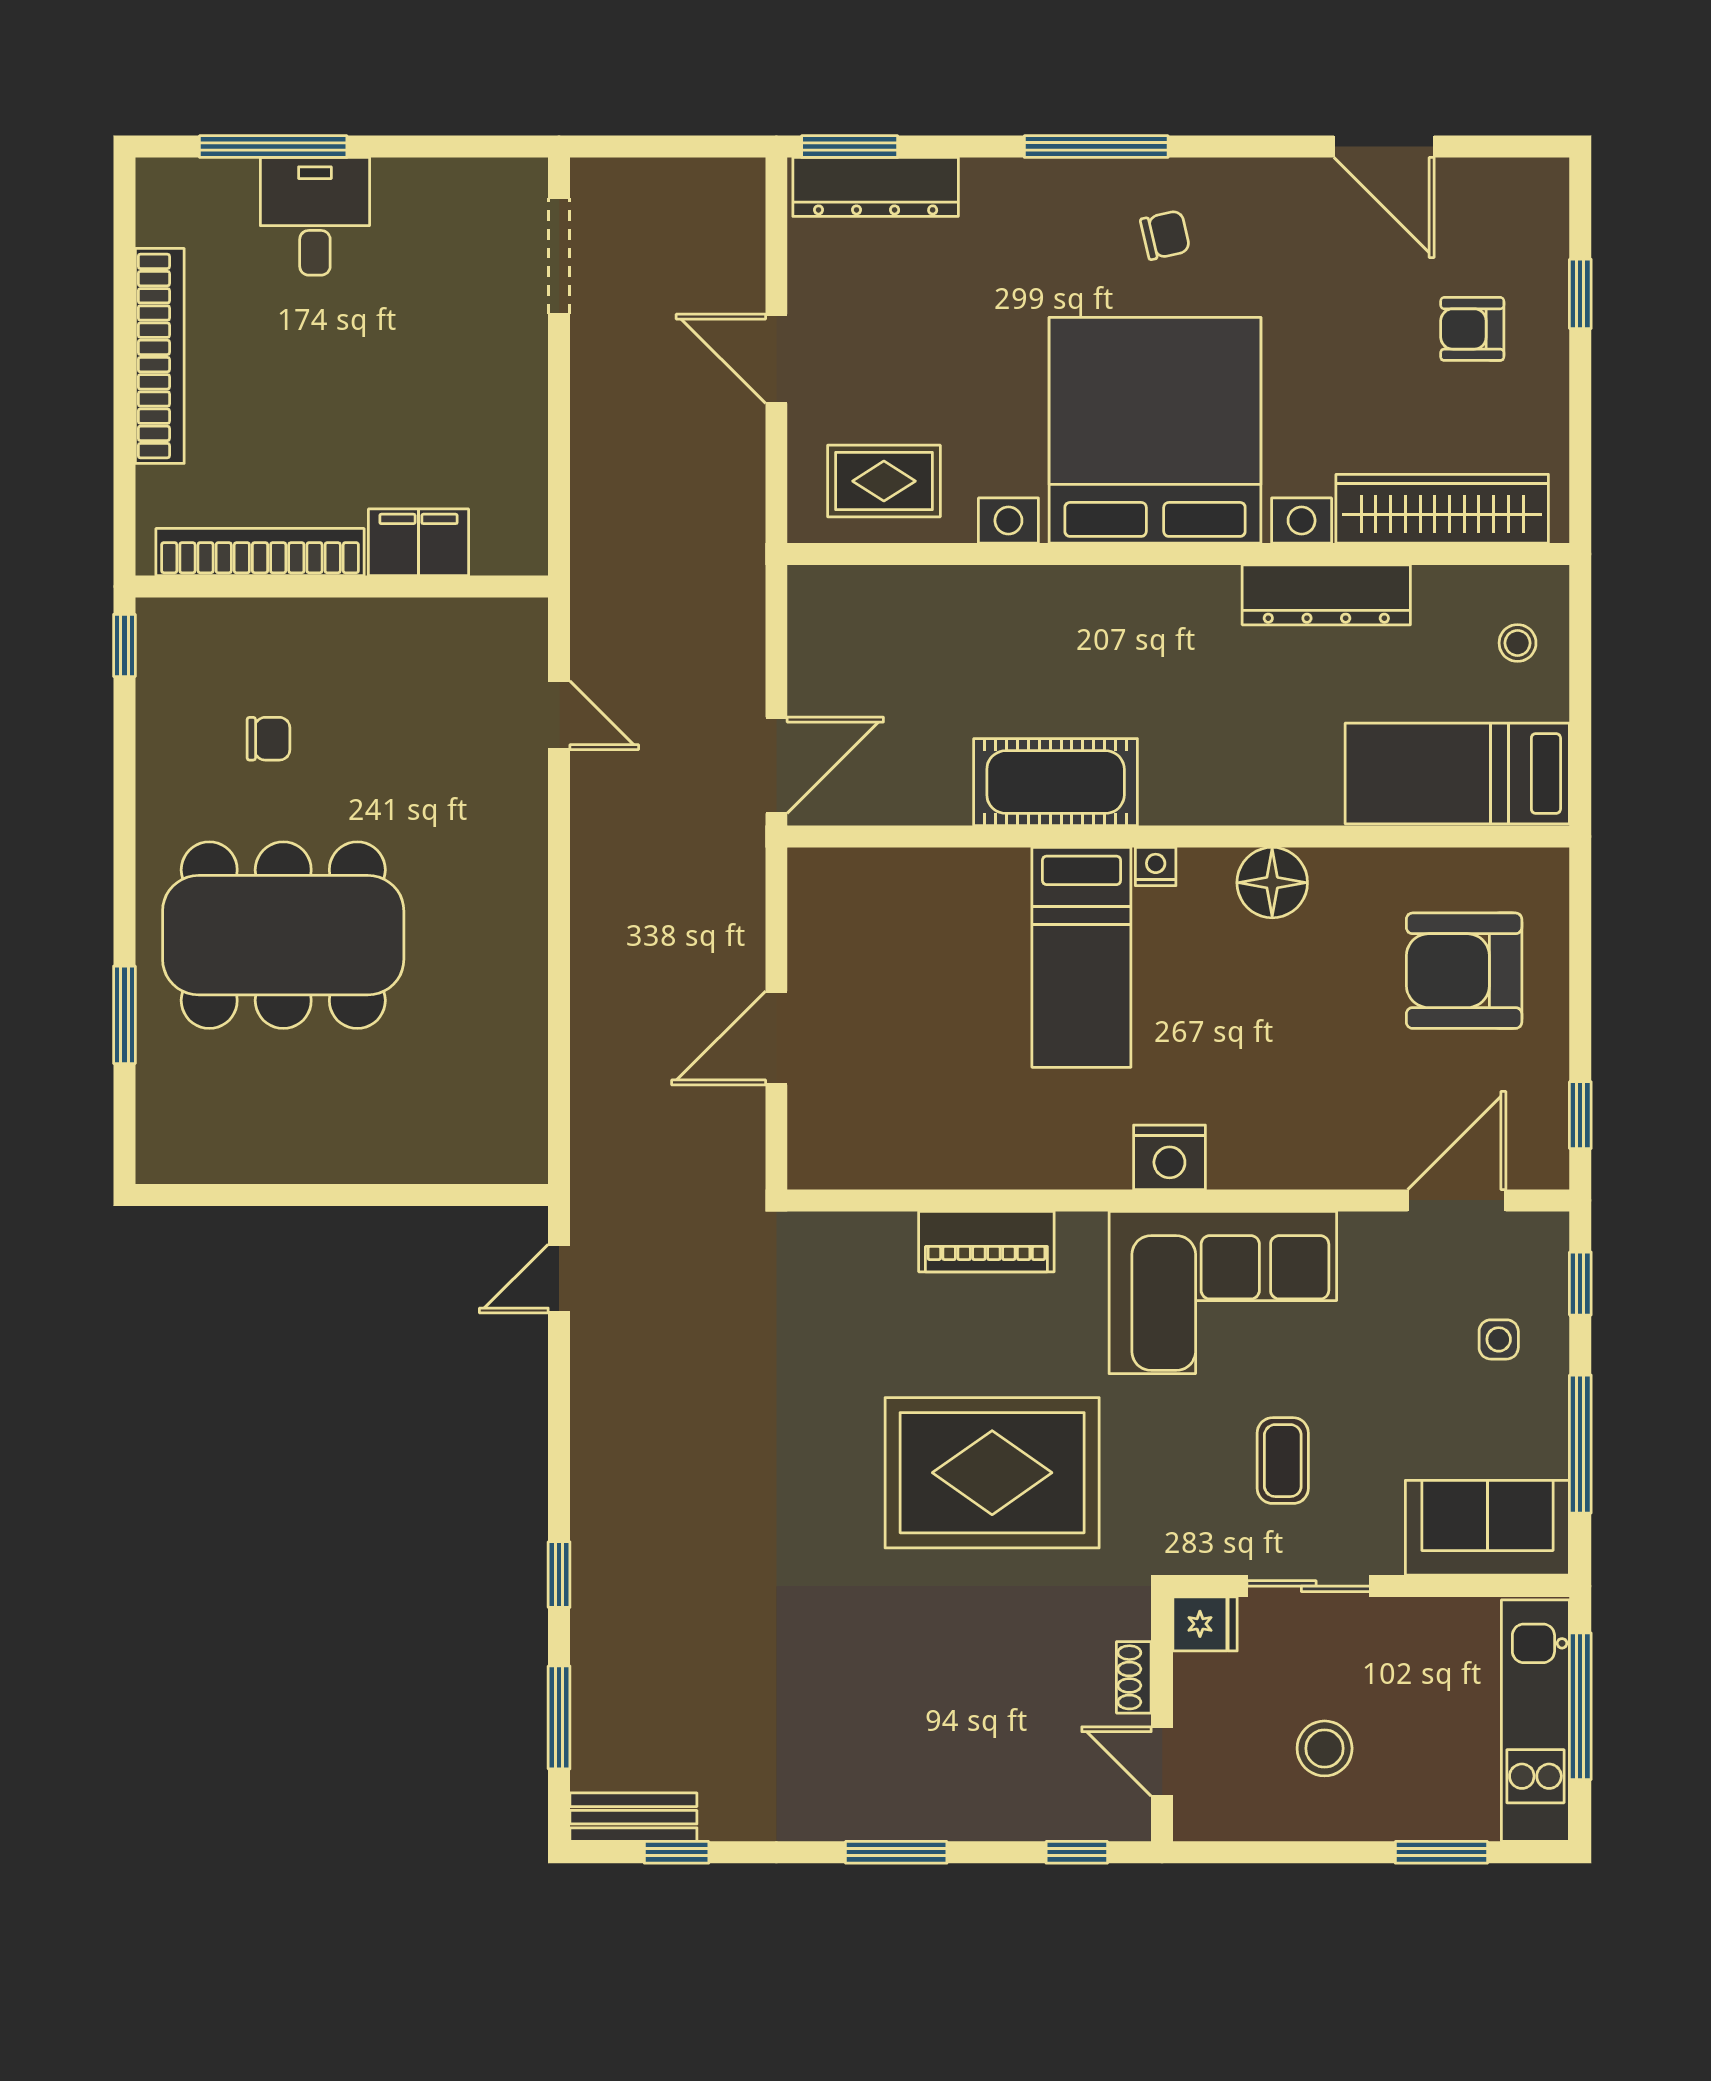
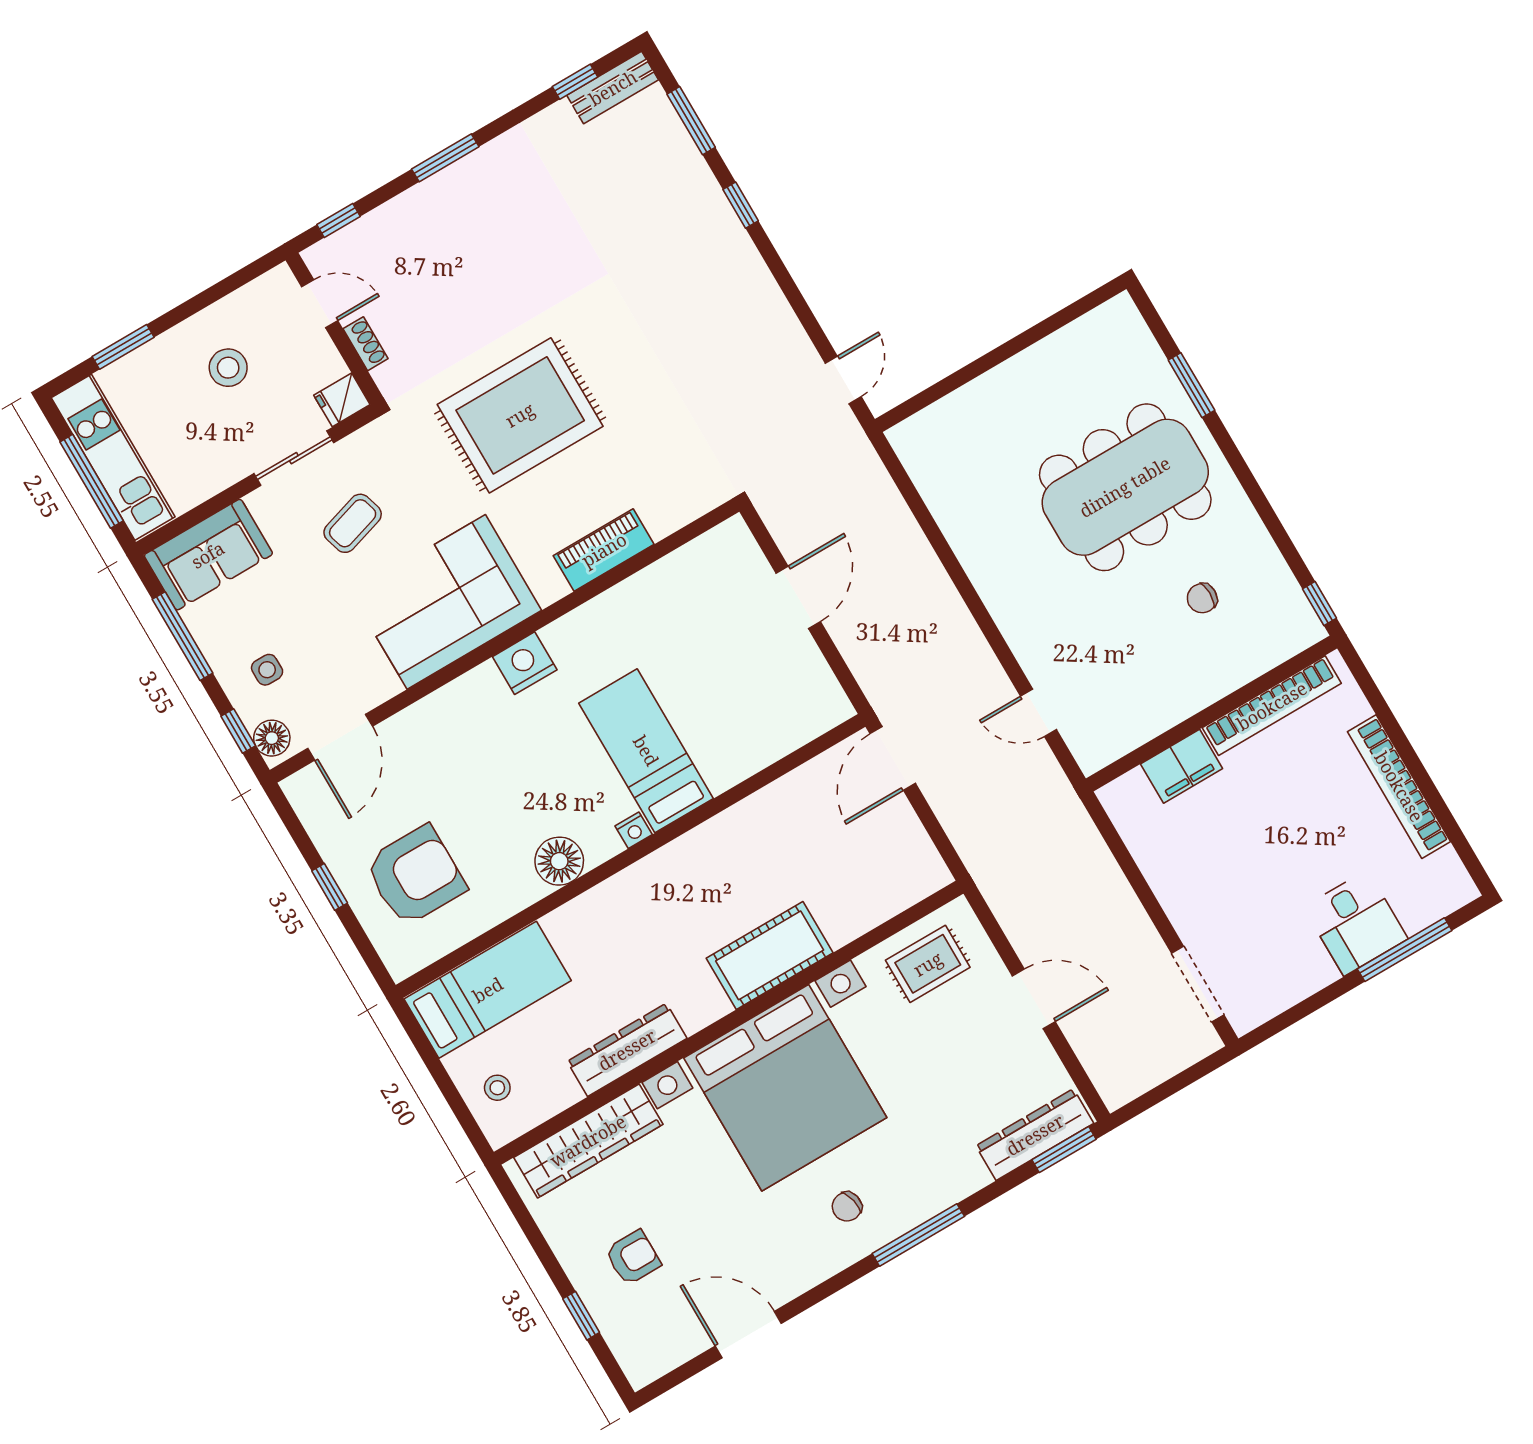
cot: (1056, 782) -> (770, 955), moved
window: (1580, 1115) -> (330, 887), moved
floor lamp: (1543, 1250) -> (272, 738), added
coffee table: (1283, 1461) -> (353, 523), turned 73

